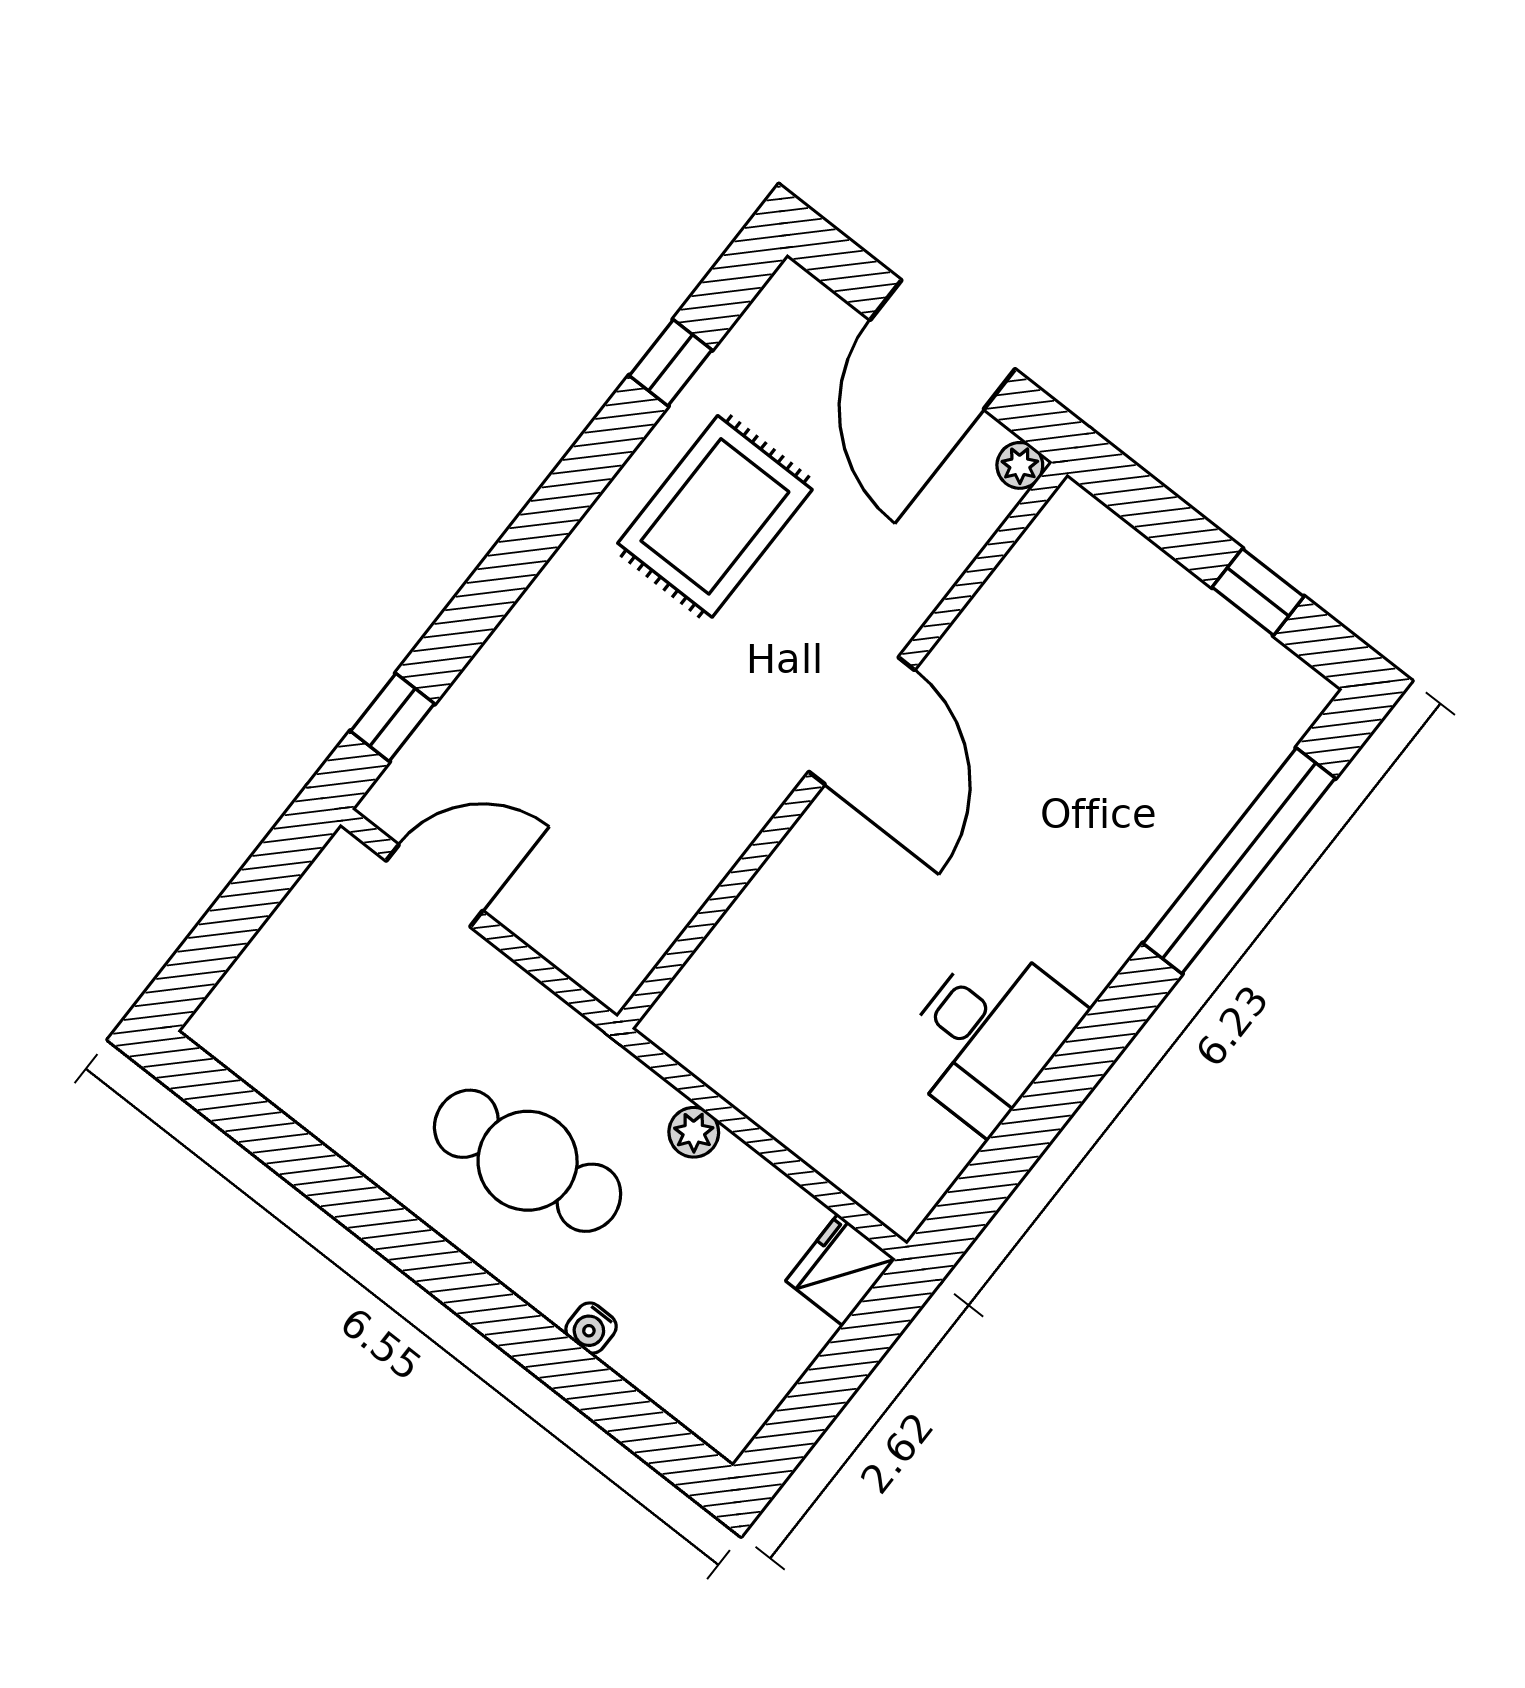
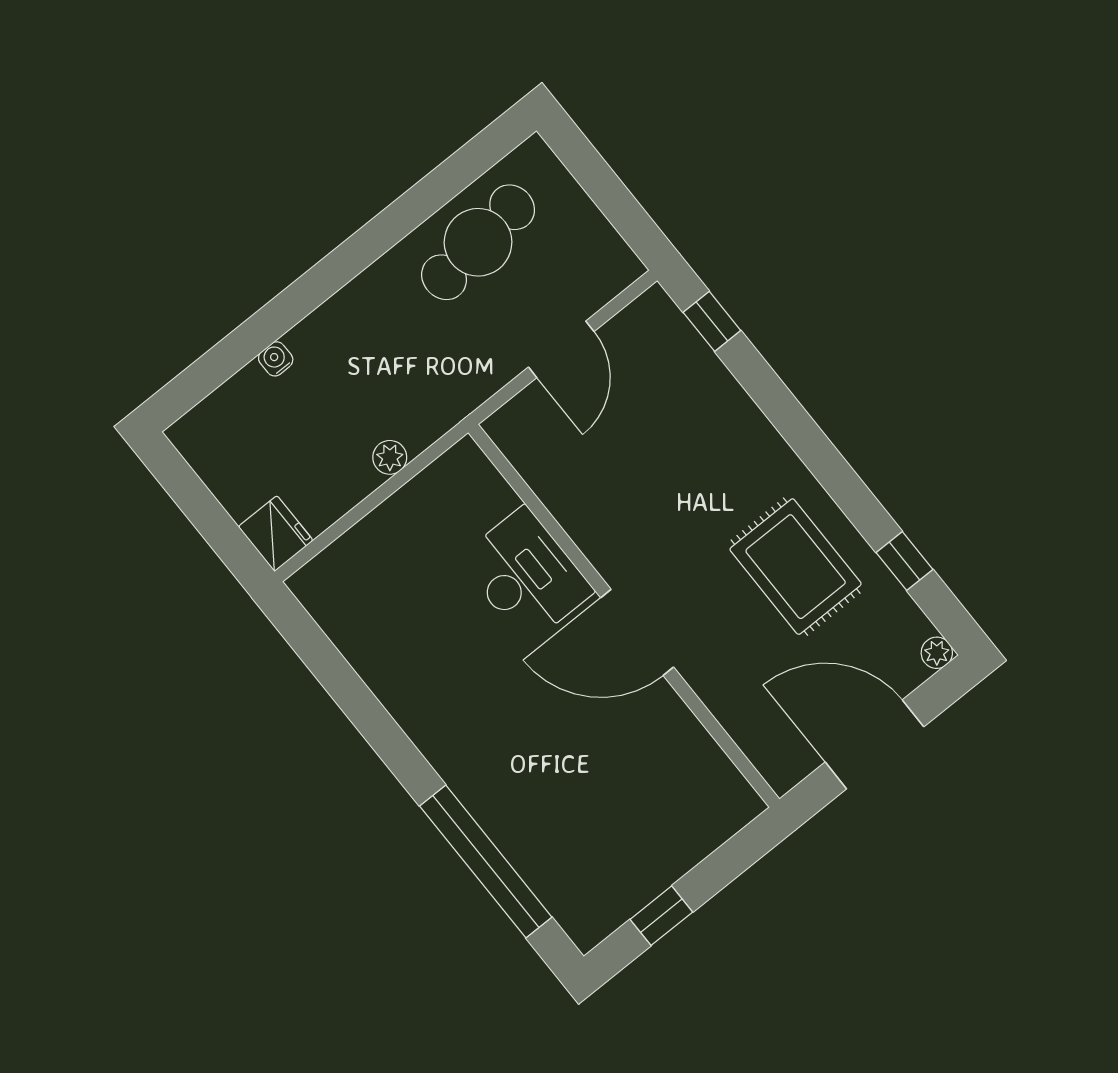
plant: (1020, 465) -> (937, 653), moved
door: (434, 886) -> (561, 349), moved
desk: (988, 1035) -> (526, 575), moved, turned 180
cafe table: (528, 1161) -> (478, 242), moved

